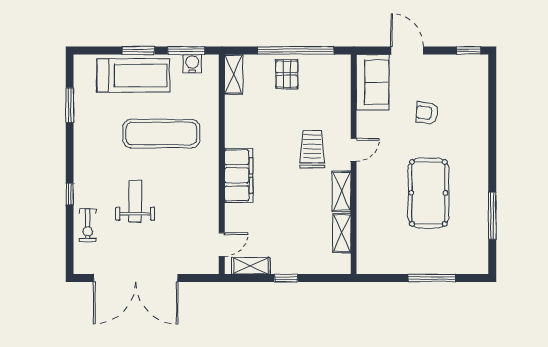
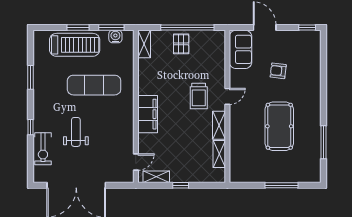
window: (70, 105) -> (30, 77), moved
trolley: (312, 149) -> (199, 96), turned 180
exercise bike: (88, 225) -> (43, 149), width x1.38, depth x1.39

